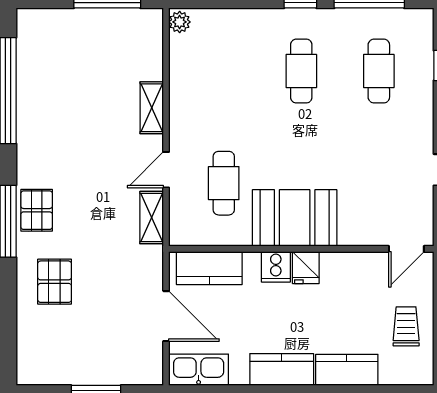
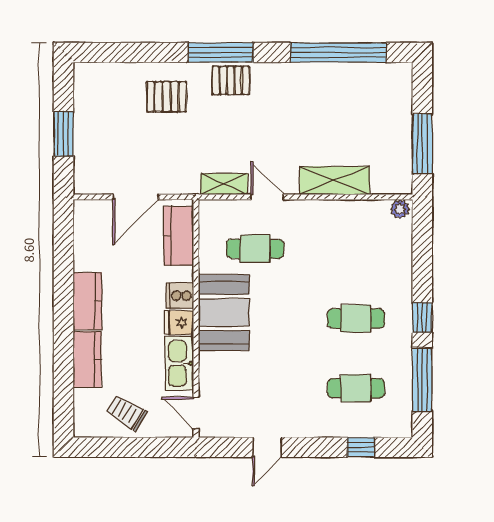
shelving: (152, 108) -> (335, 181), width x1.50, depth x1.33
trolley: (406, 326) -> (126, 413), turned -149
kitchen sink: (199, 370) -> (179, 363), moved, turned 180

